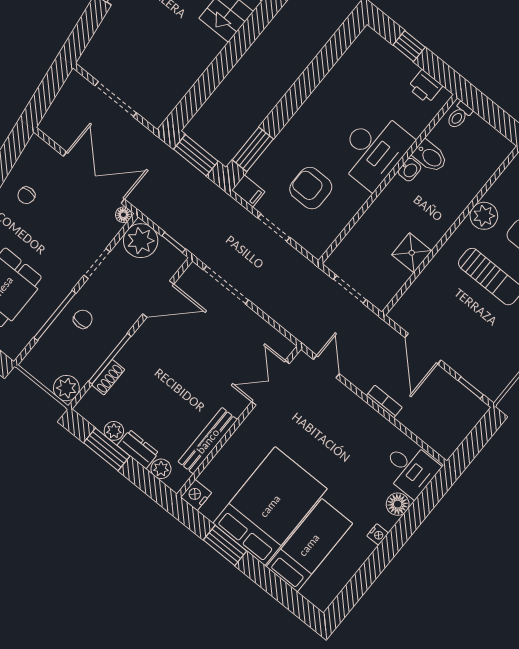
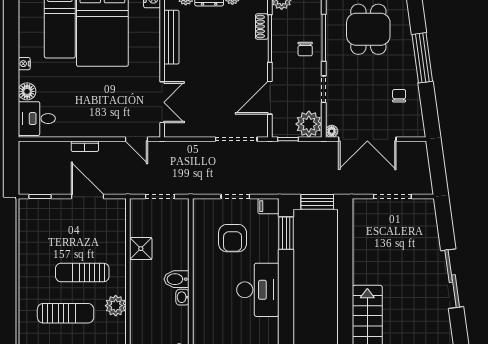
desk: (374, 150) -> (258, 290), moved, turned 180
bidet: (430, 156) -> (177, 279), moved
armchair: (311, 188) -> (233, 238), turned 90

